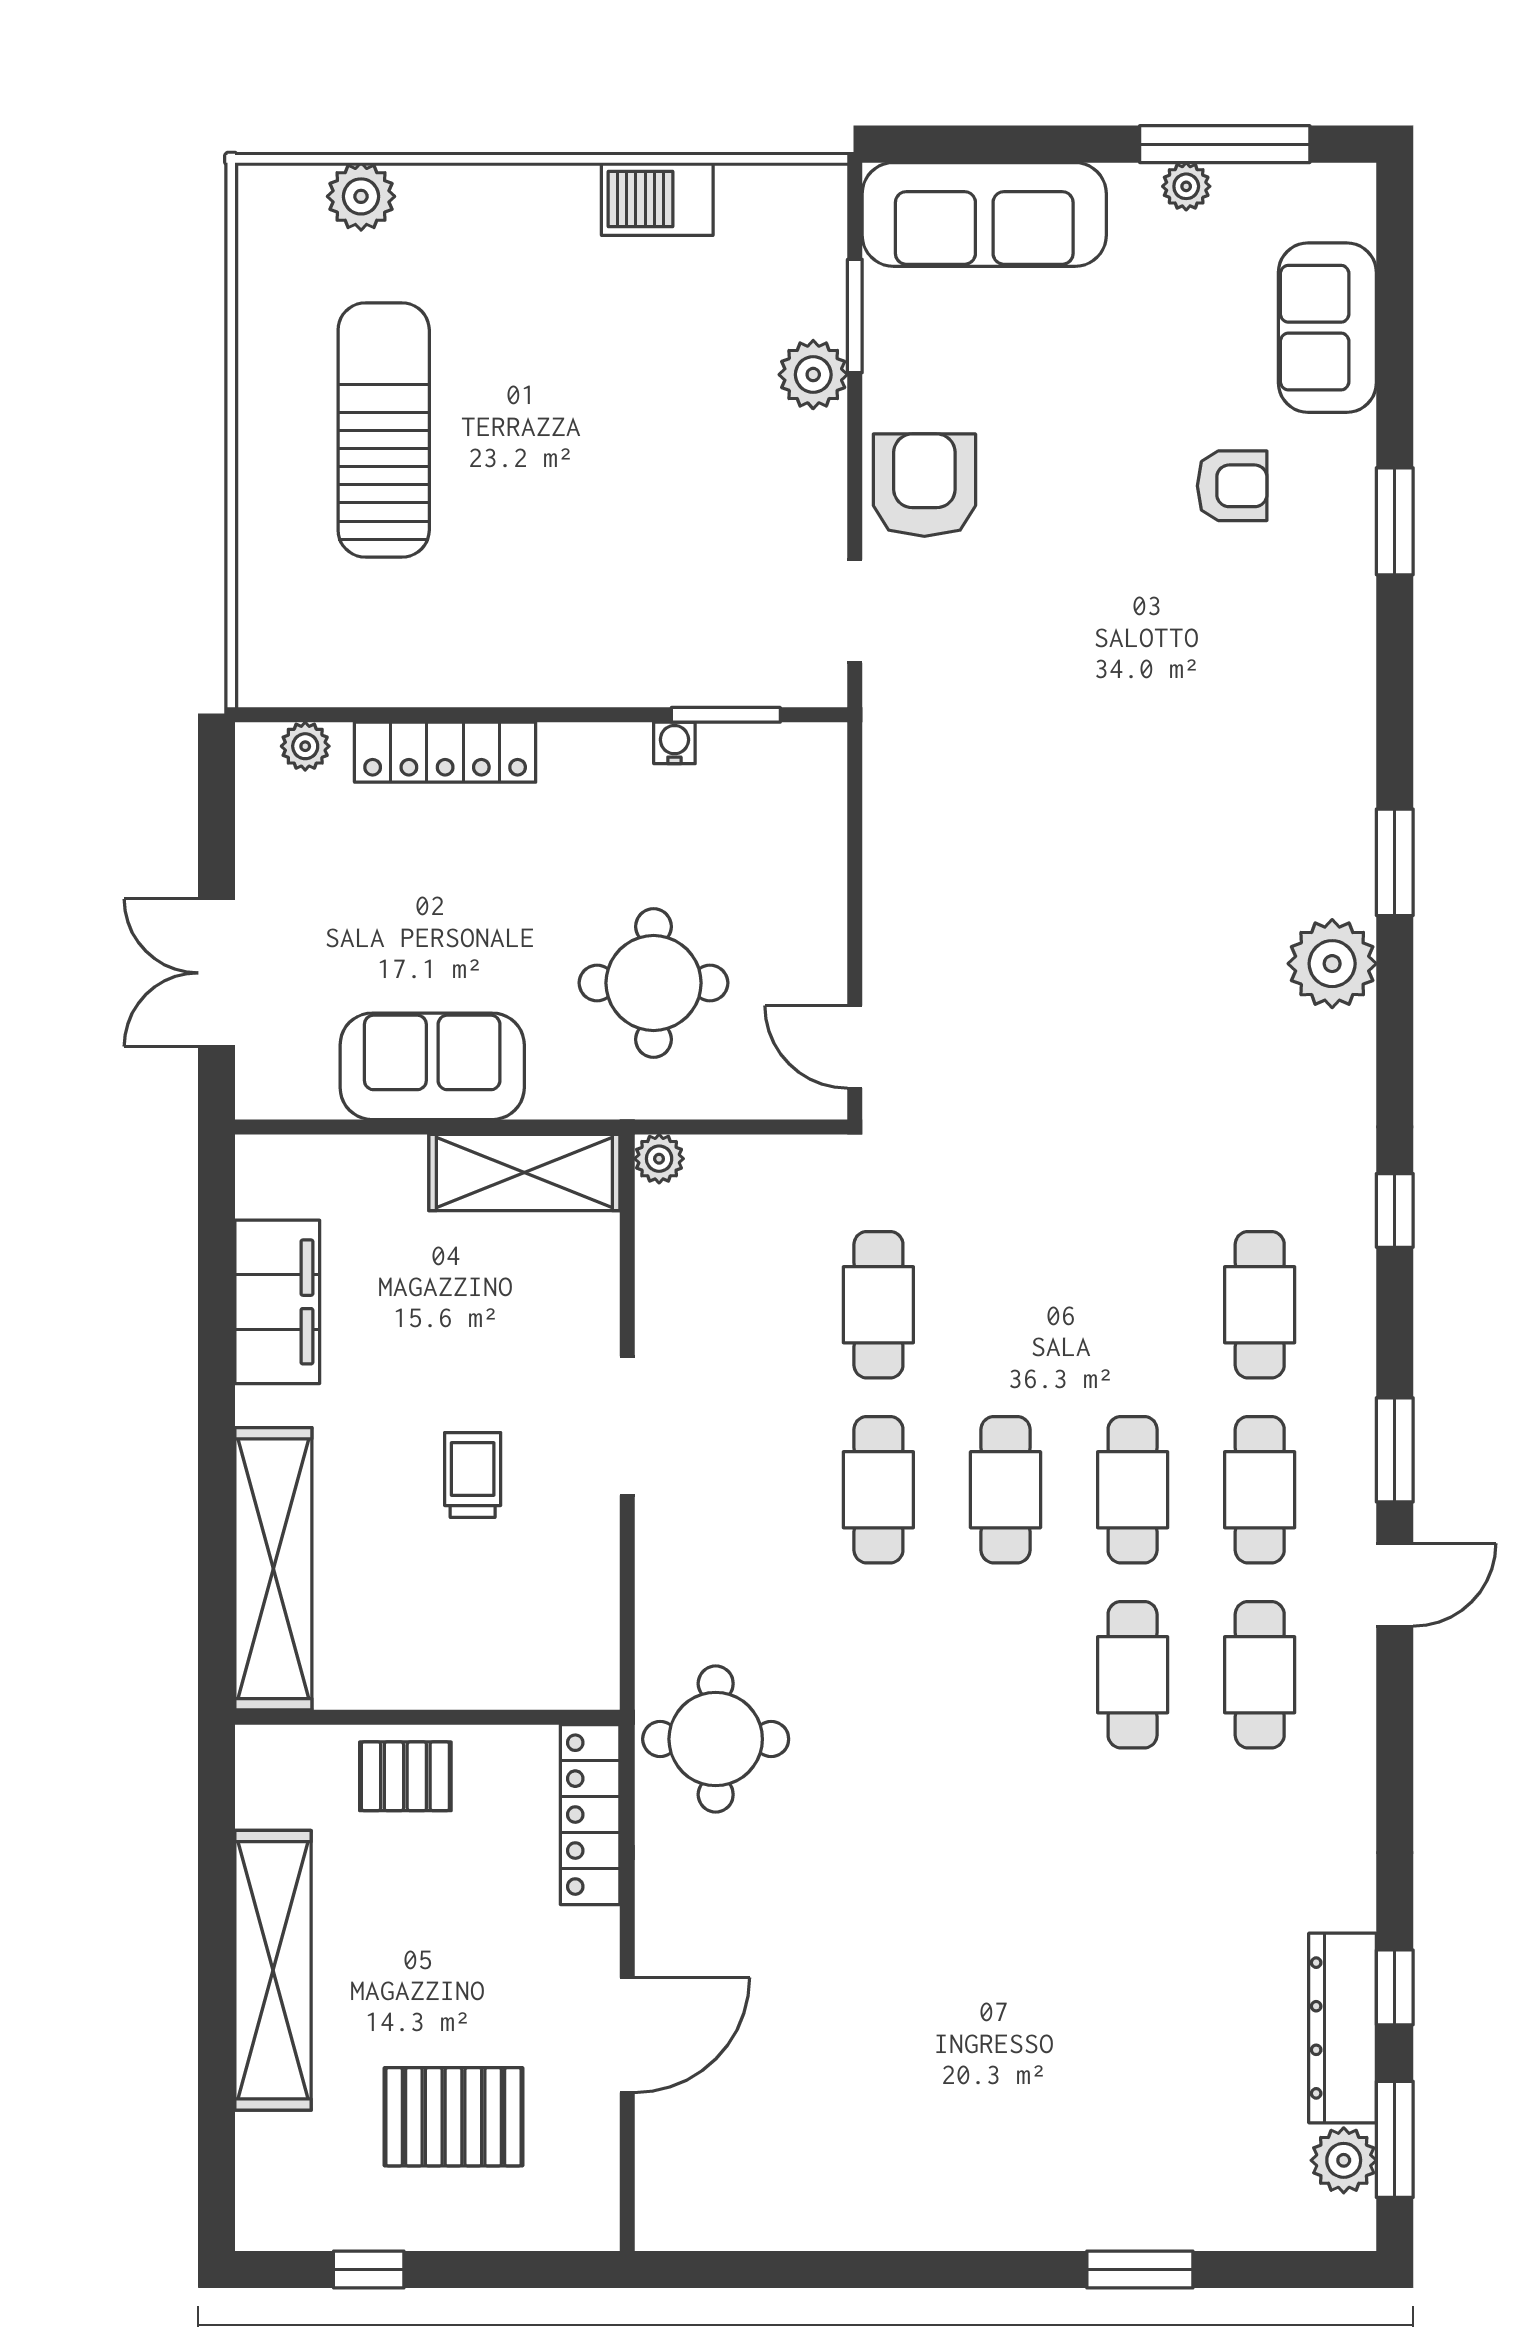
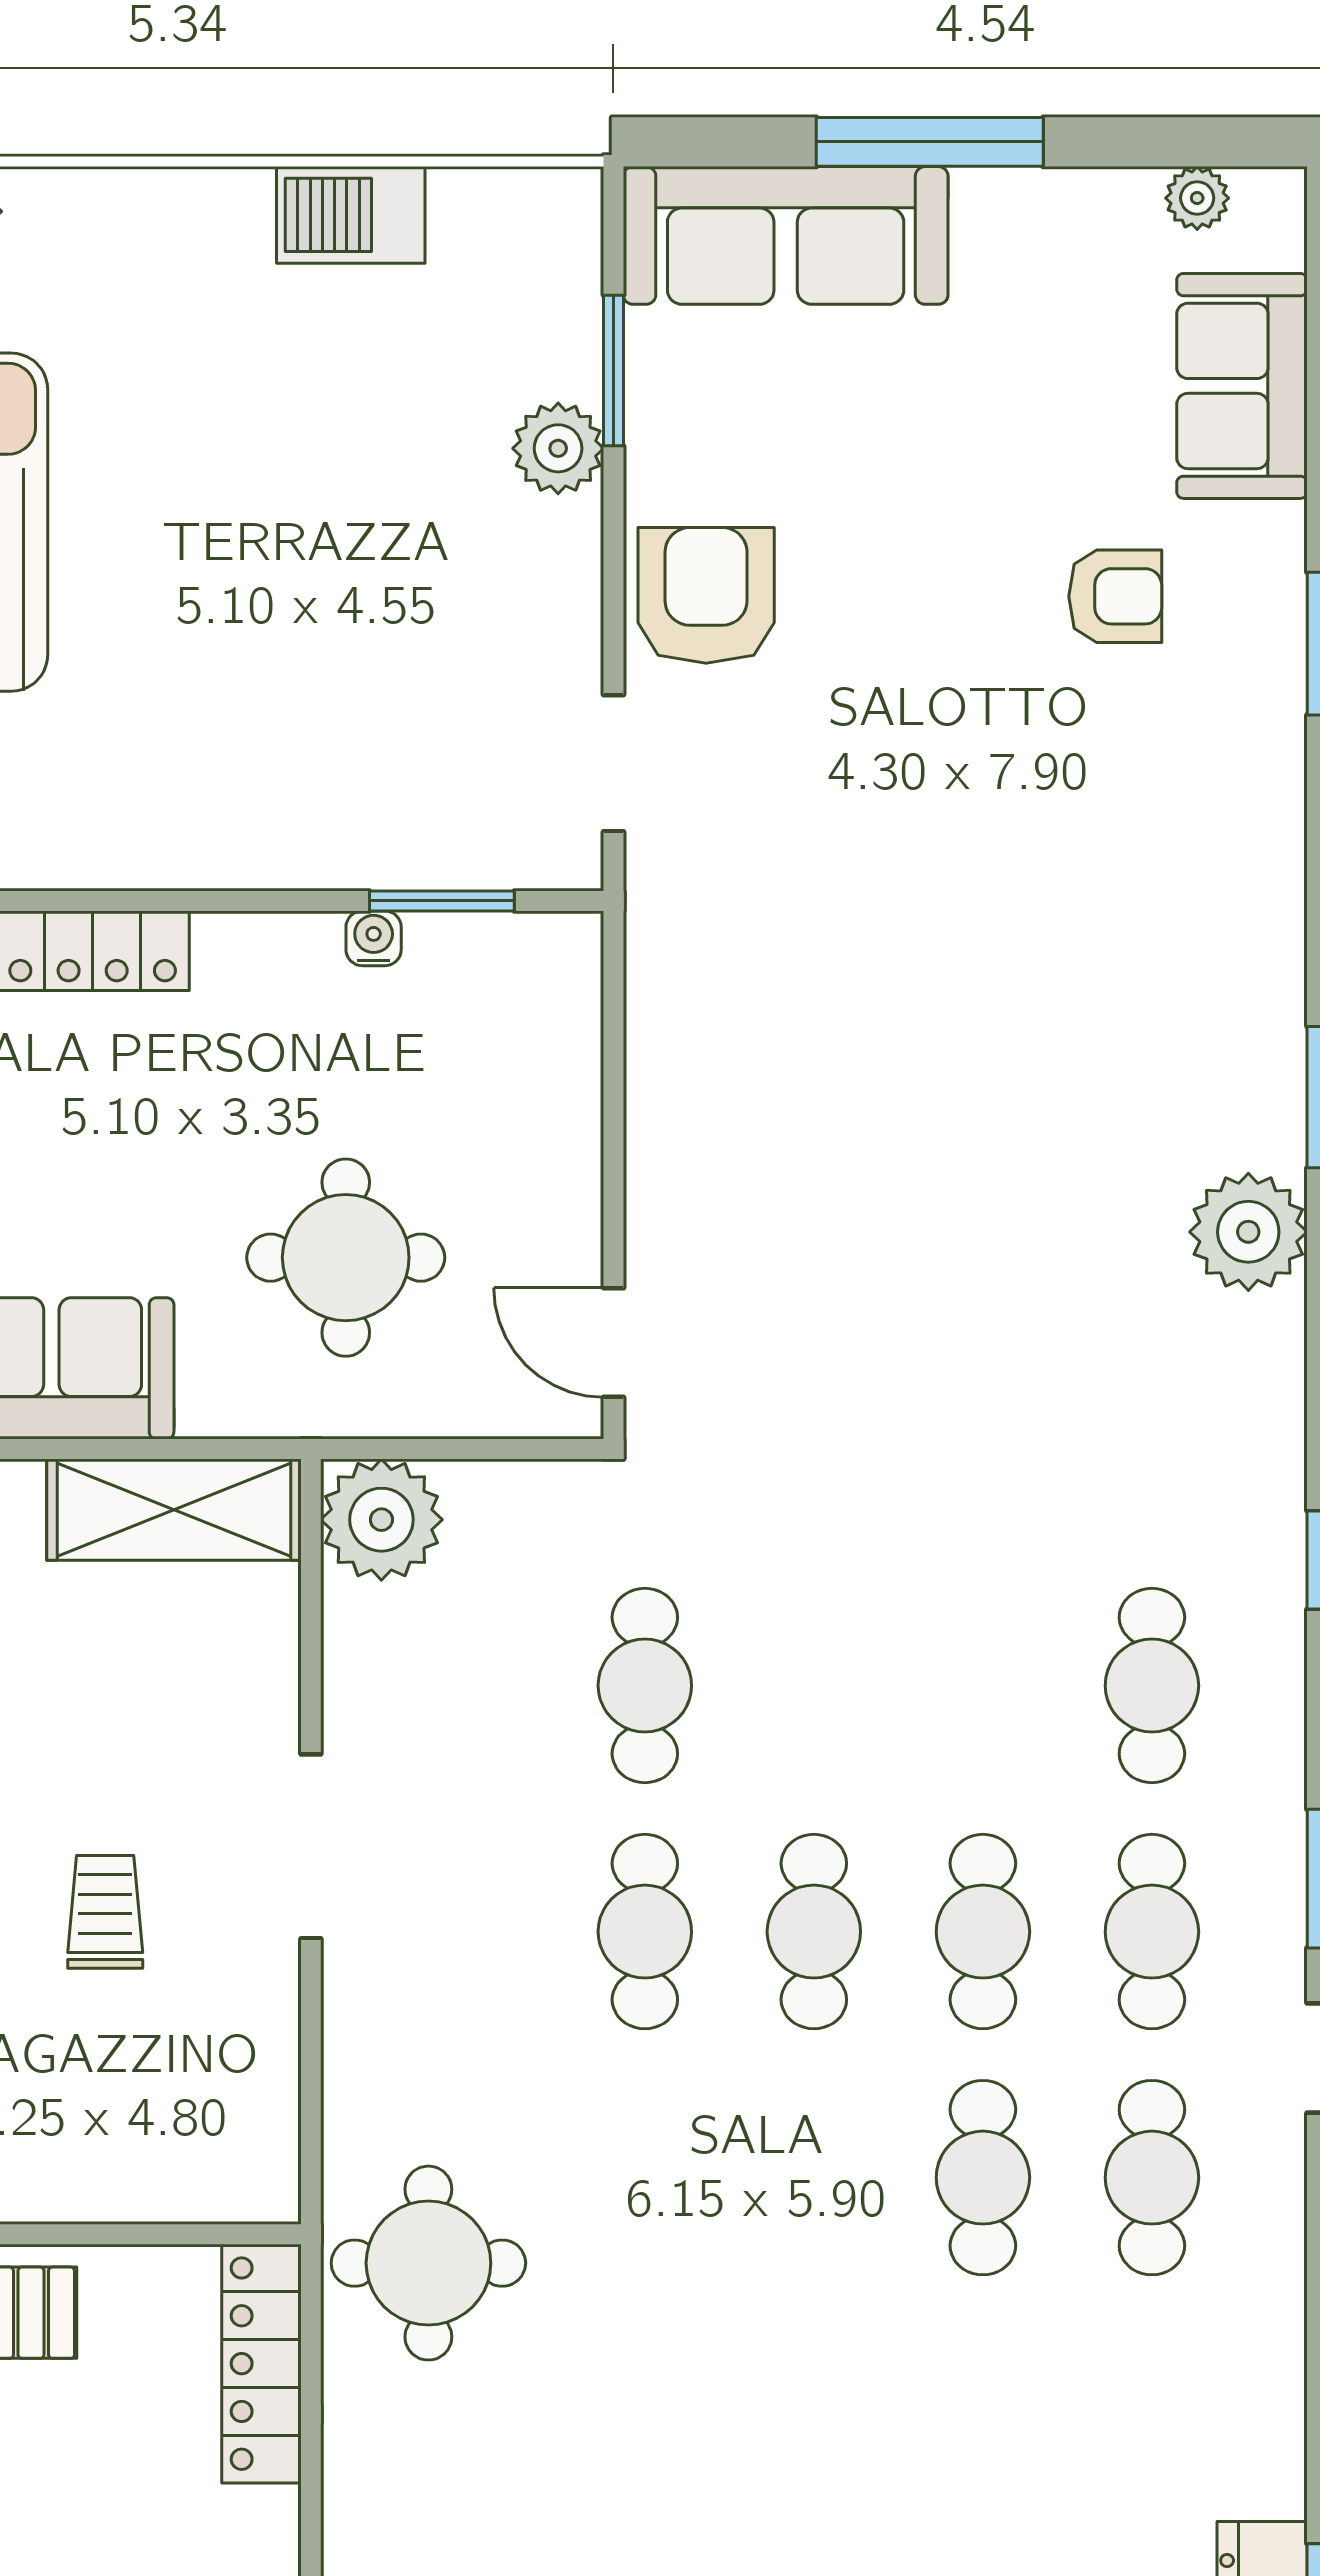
window: (1225, 144) -> (930, 142), moved
plant: (1186, 186) -> (1197, 198), moved
plant: (659, 1159) -> (381, 1520), width x1.88, depth x1.88

